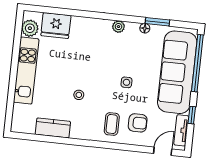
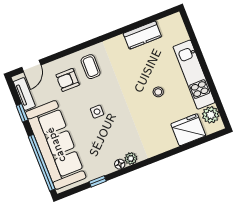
window: (157, 22) -> (98, 181), width x0.67
floor lamp: (145, 28) -> (120, 164), moved
stool: (79, 95) -> (158, 92), moved

